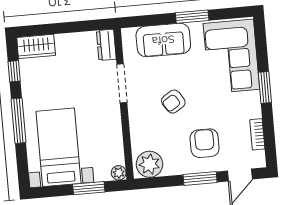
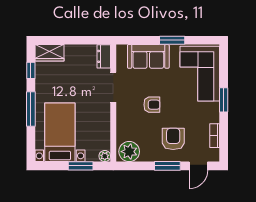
armchair: (173, 102) -> (152, 105), turned -147

